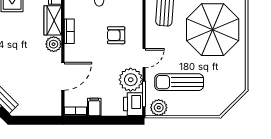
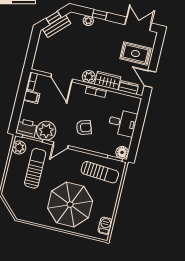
armchair: (116, 35) -> (84, 128), turned 72
door: (144, 58) -> (61, 145), hinge flipped

